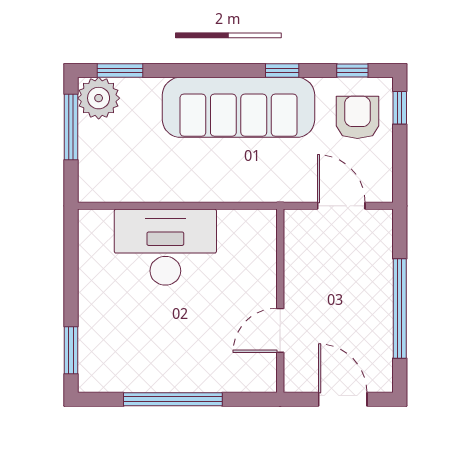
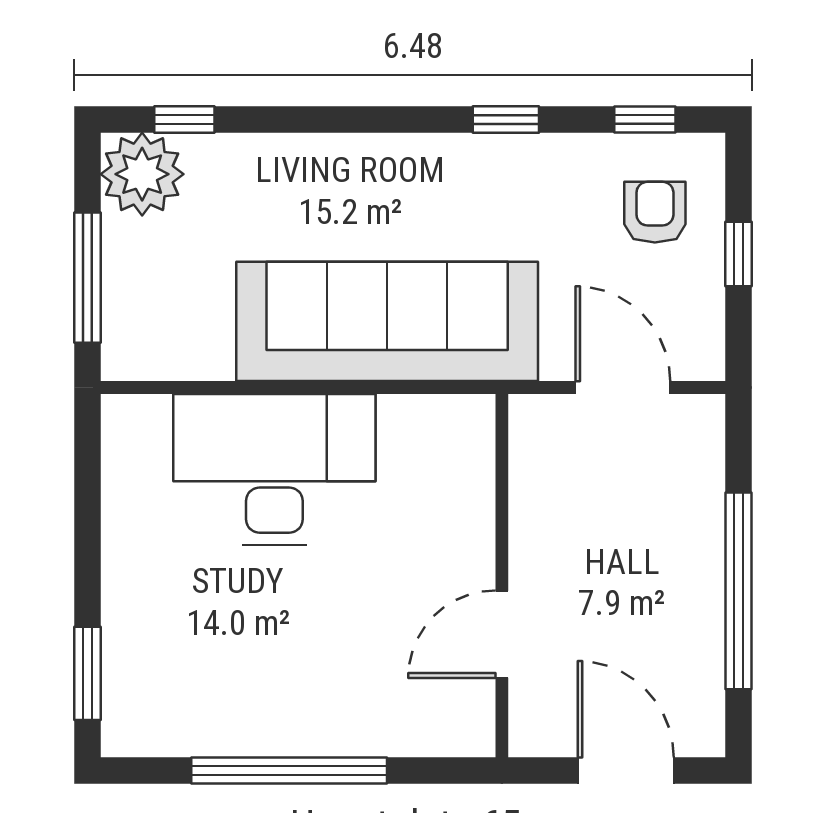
window: (120, 70) -> (184, 119), width x0.67
sofa: (239, 107) -> (387, 321), moved, turned 180
window: (400, 108) -> (739, 254), moved
armchair: (357, 117) -> (655, 212), width x0.72, depth x0.72
window: (71, 127) -> (87, 278), moved

